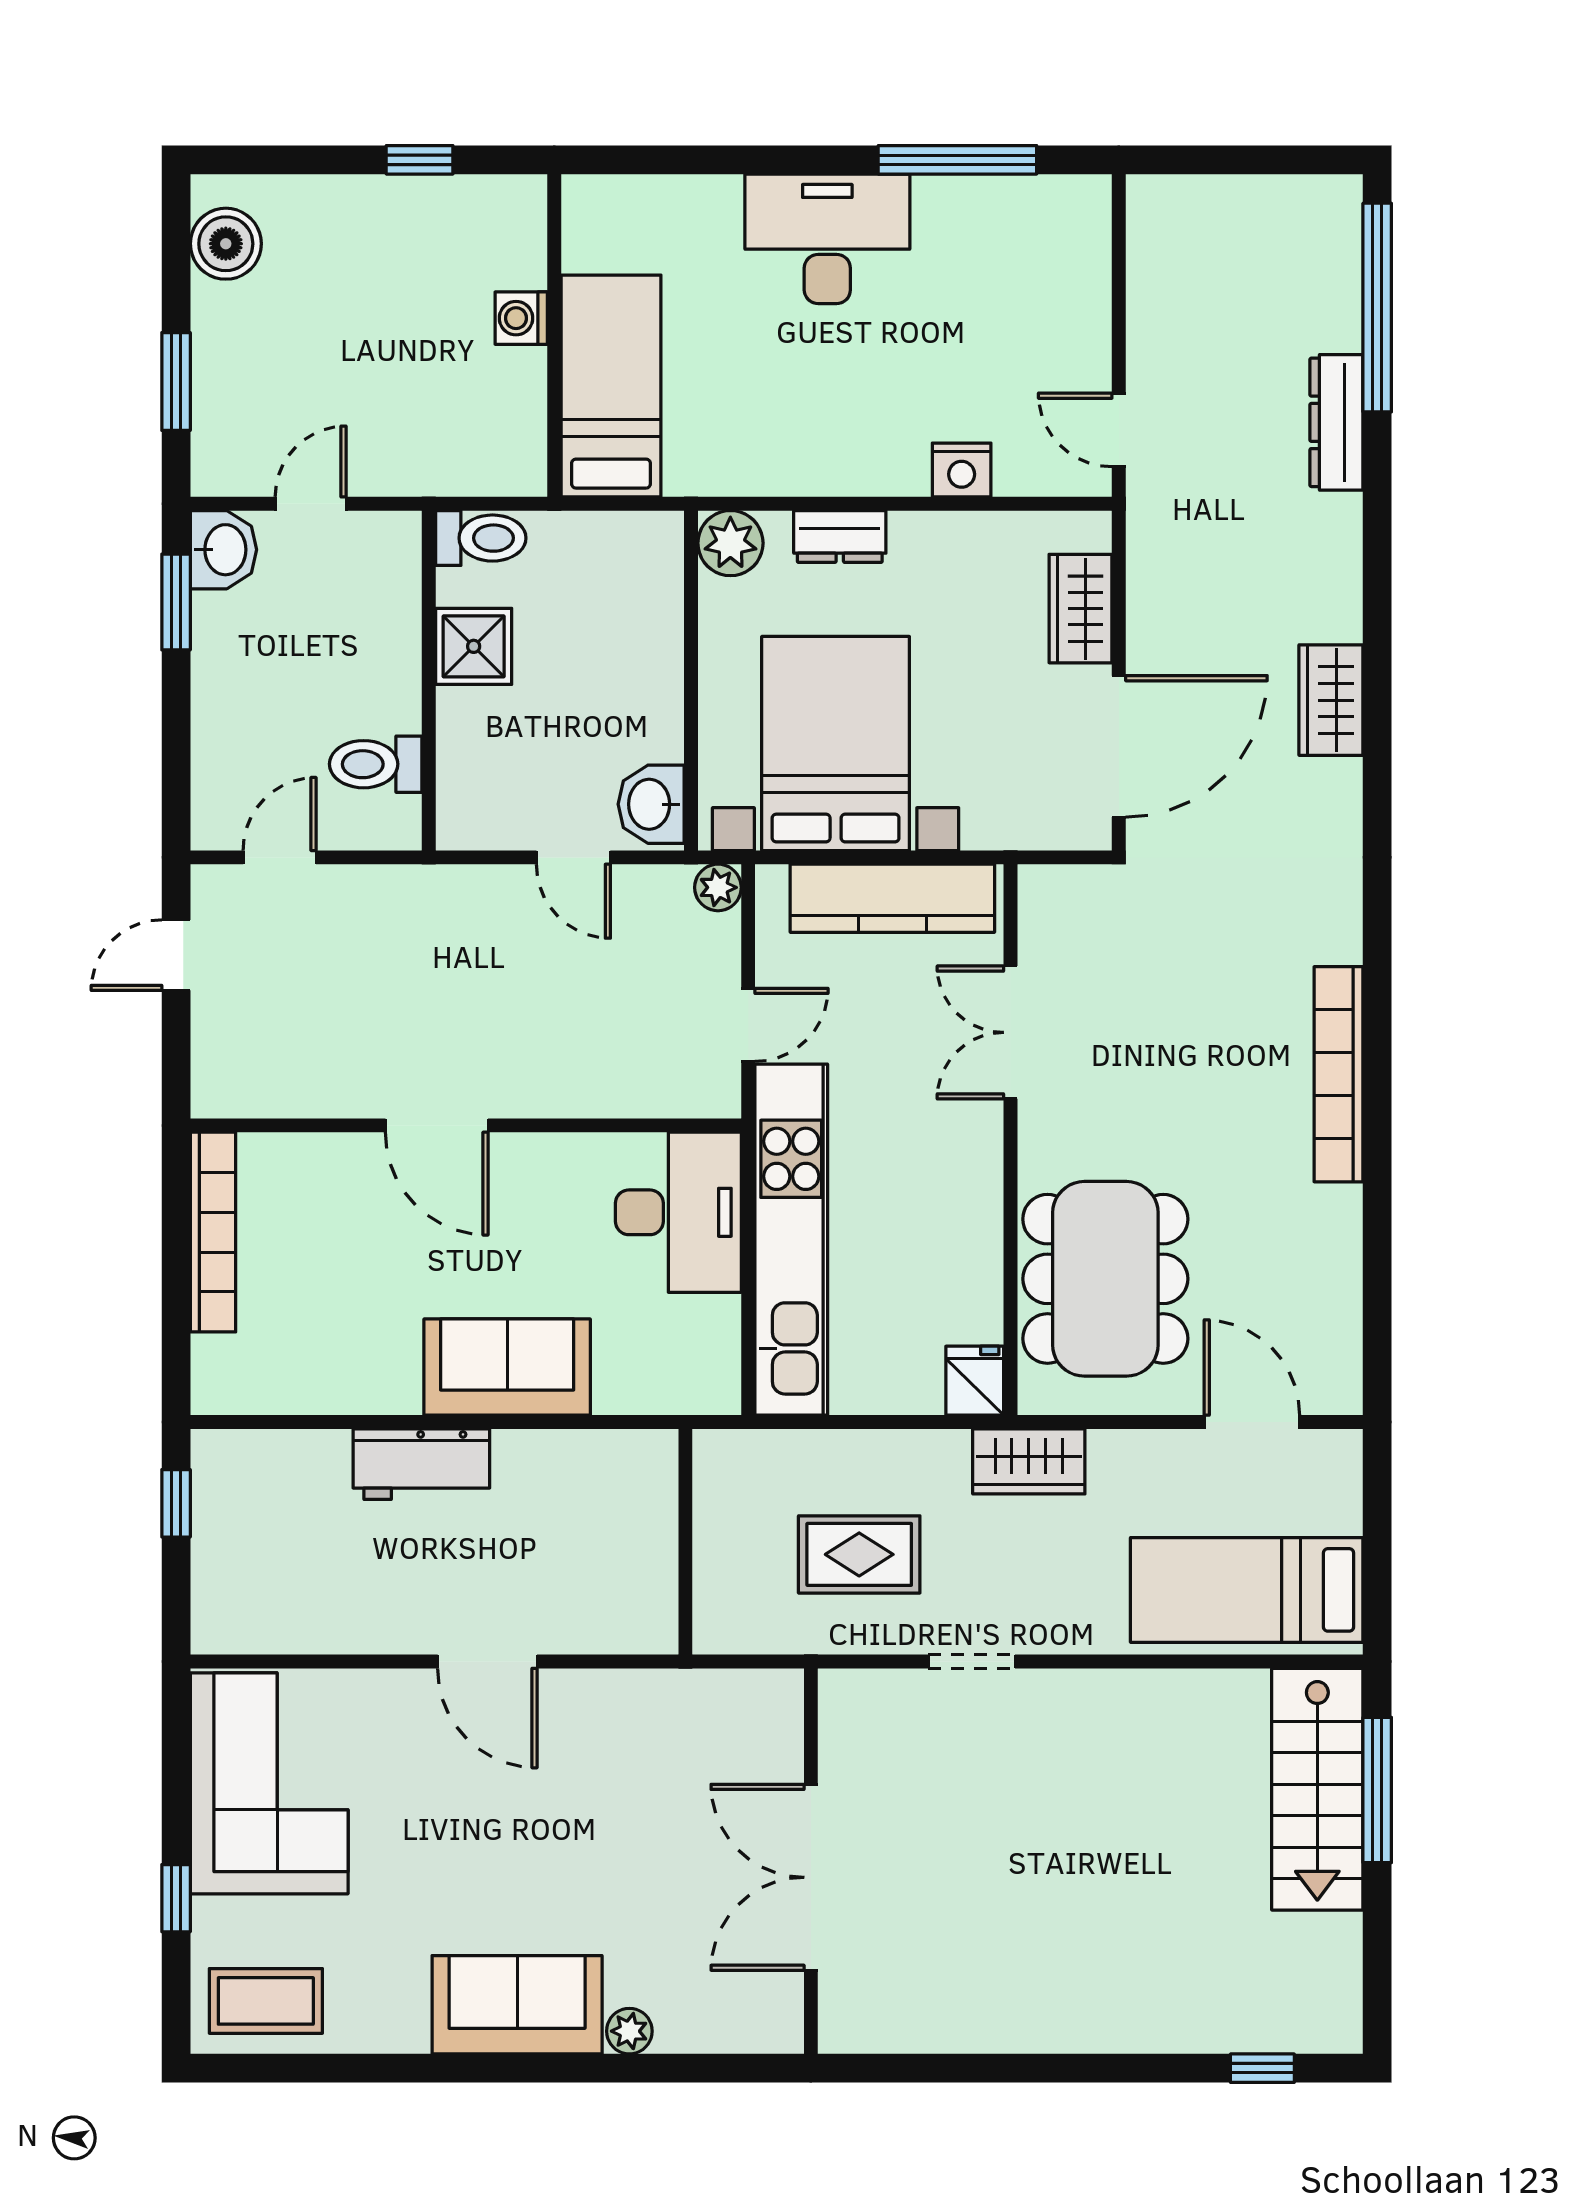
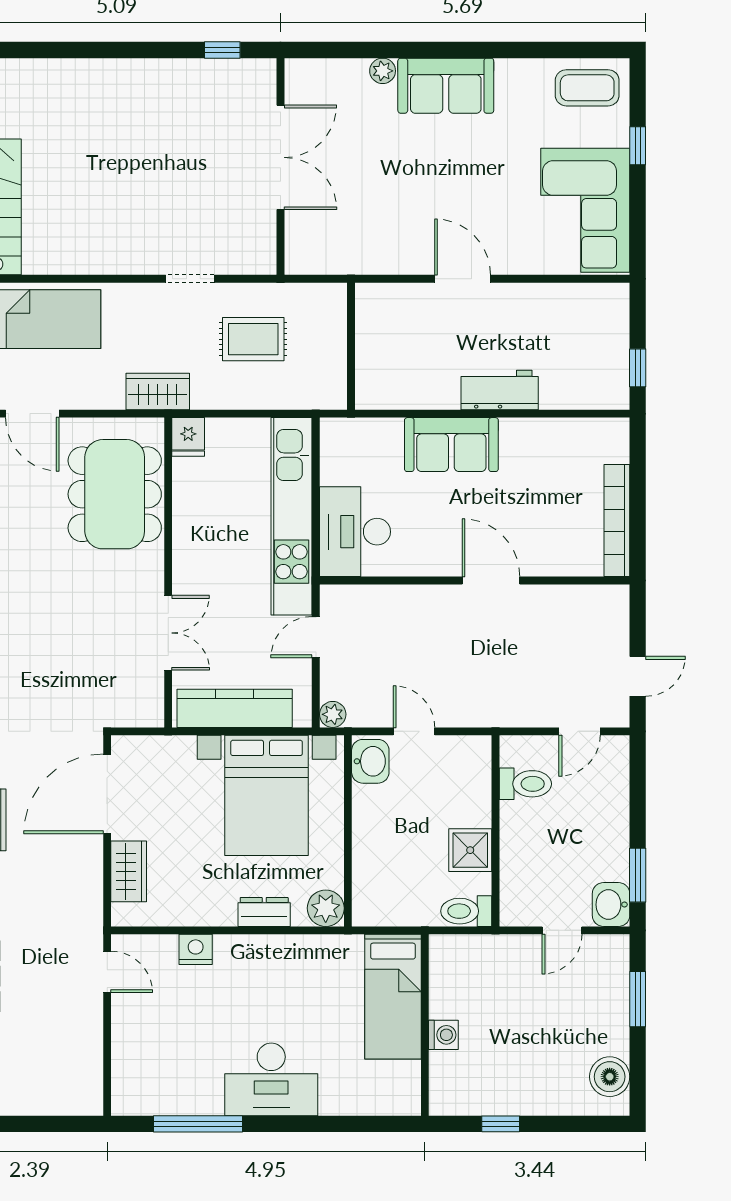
window: (1262, 2068) -> (222, 50), moved

